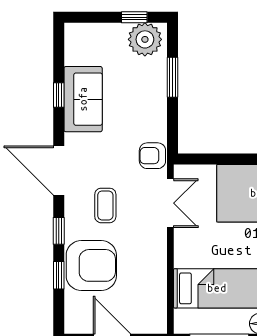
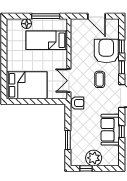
plant: (145, 39) -> (94, 158), moved
armchair: (91, 265) -> (106, 51), turned 90

